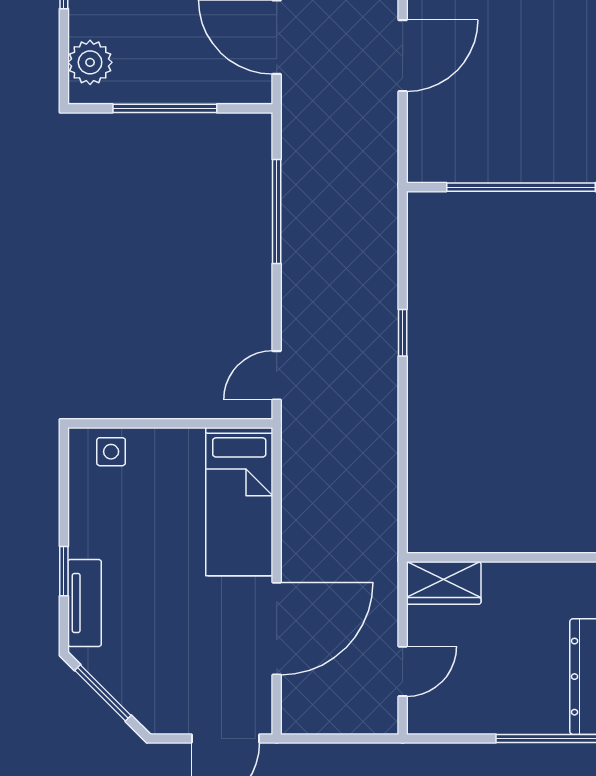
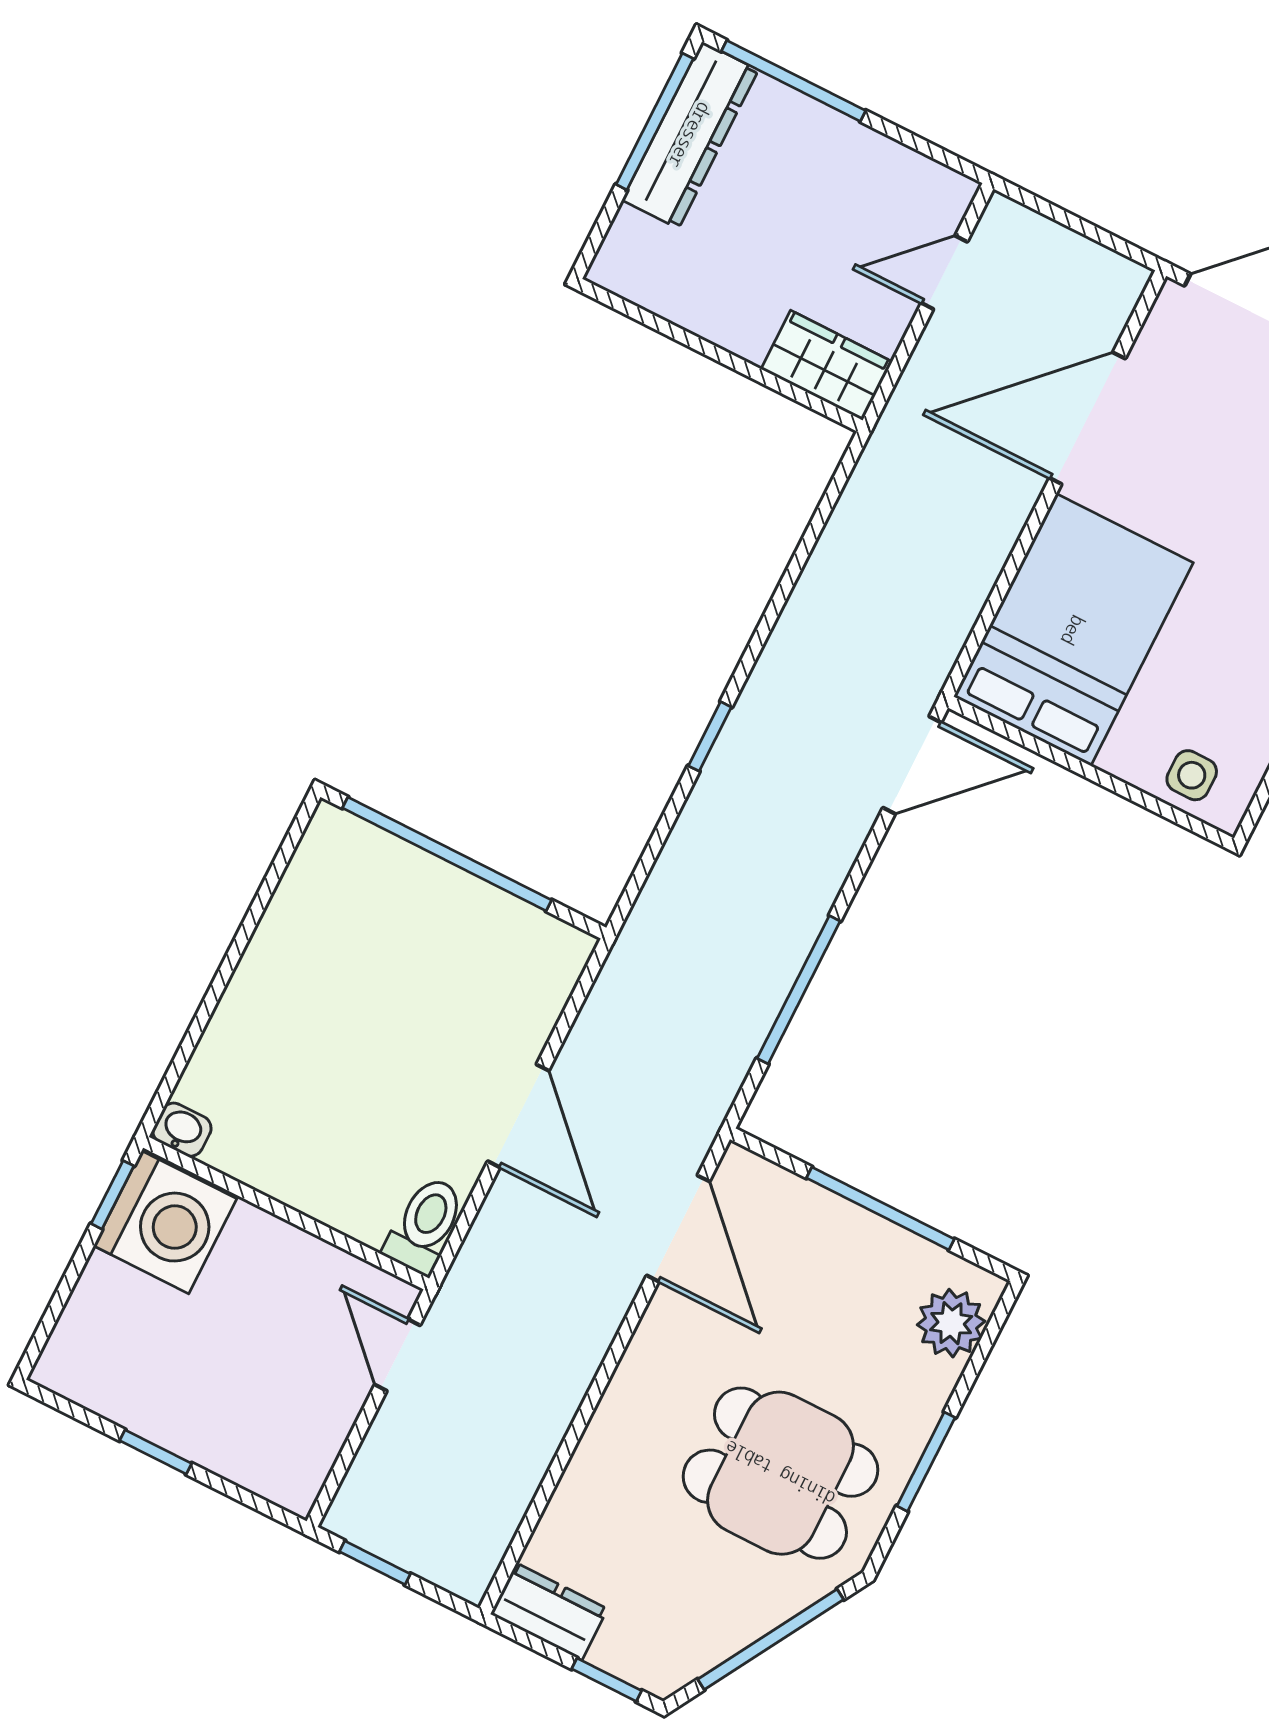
door: (403, 56) -> (518, 1116), swing flipped
door: (277, 375) -> (912, 765), width x1.38
bed: (239, 502) -> (1073, 630), width x1.50

